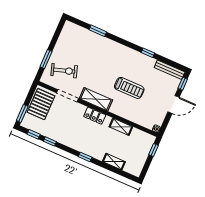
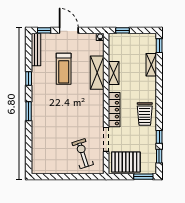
window: (98, 31) -> (29, 111), moved
window: (46, 59) -> (79, 177), removed
treadmill: (129, 88) -> (64, 69), moved, turned 180
shelving: (96, 99) -> (97, 73), moved
locker: (95, 116) -> (114, 110), width x1.53
trolley: (75, 138) -> (145, 114), added
window: (85, 157) -> (159, 46), moved

